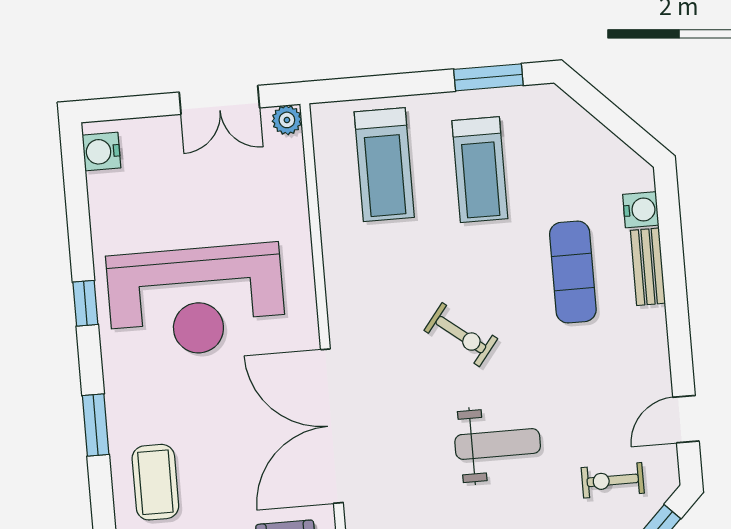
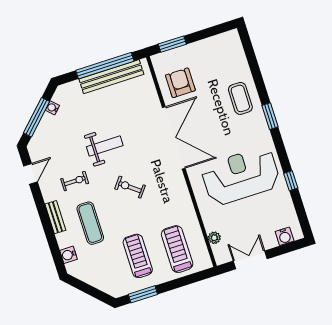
plant: (287, 120) -> (214, 238), moved
water cooler: (101, 152) -> (285, 236), moved, turned 90
bench: (648, 267) -> (55, 217), moved
window: (85, 303) -> (291, 181), moved
weight bench: (498, 444) -> (105, 146), turned 180
exercise bike: (613, 480) -> (75, 181), moved

